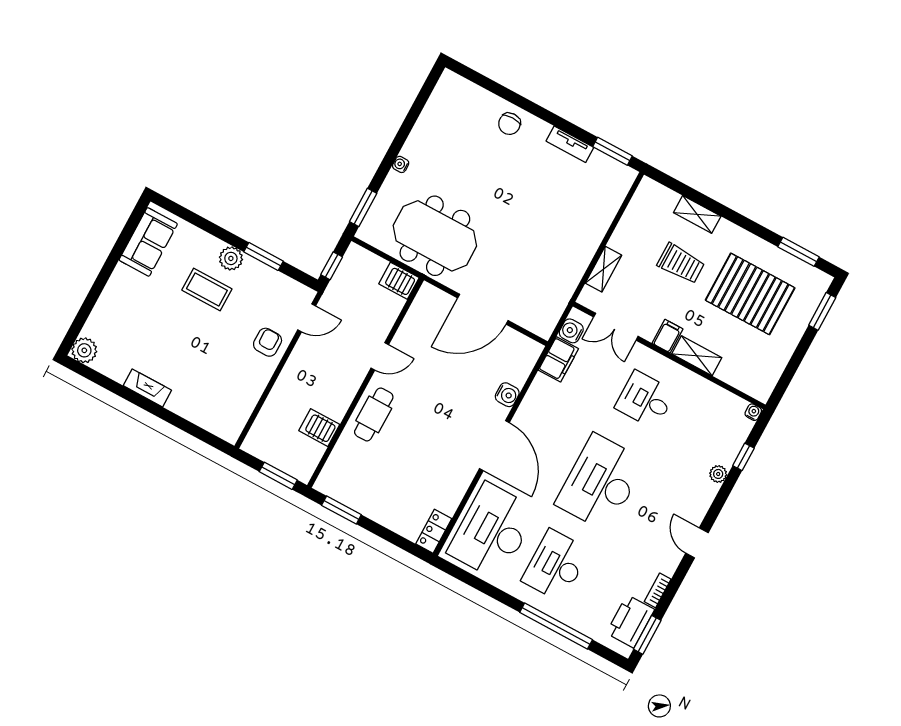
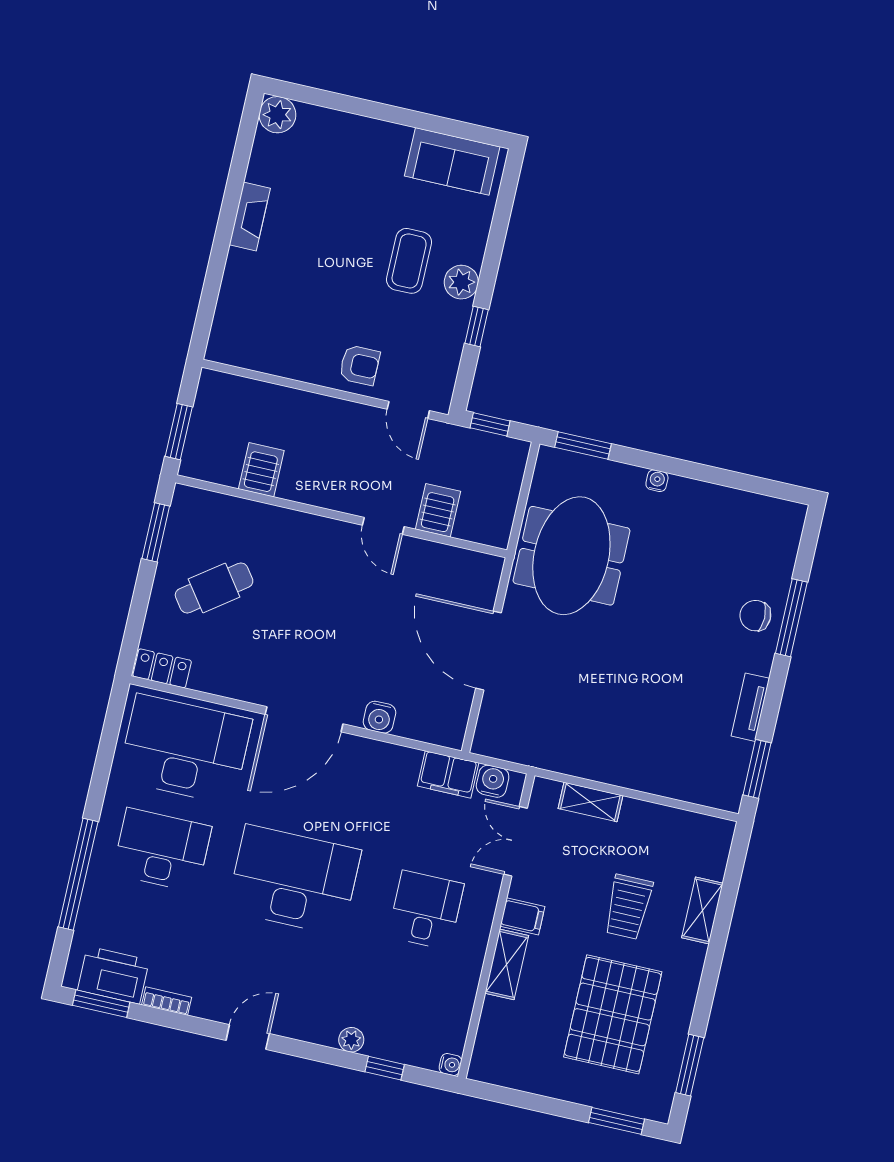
window: (518, 100) -> (791, 618), added
window: (264, 256) -> (477, 326), width x0.67
server rack: (399, 281) -> (438, 510), moved
cafe table: (374, 414) -> (214, 588), moved, turned -36

